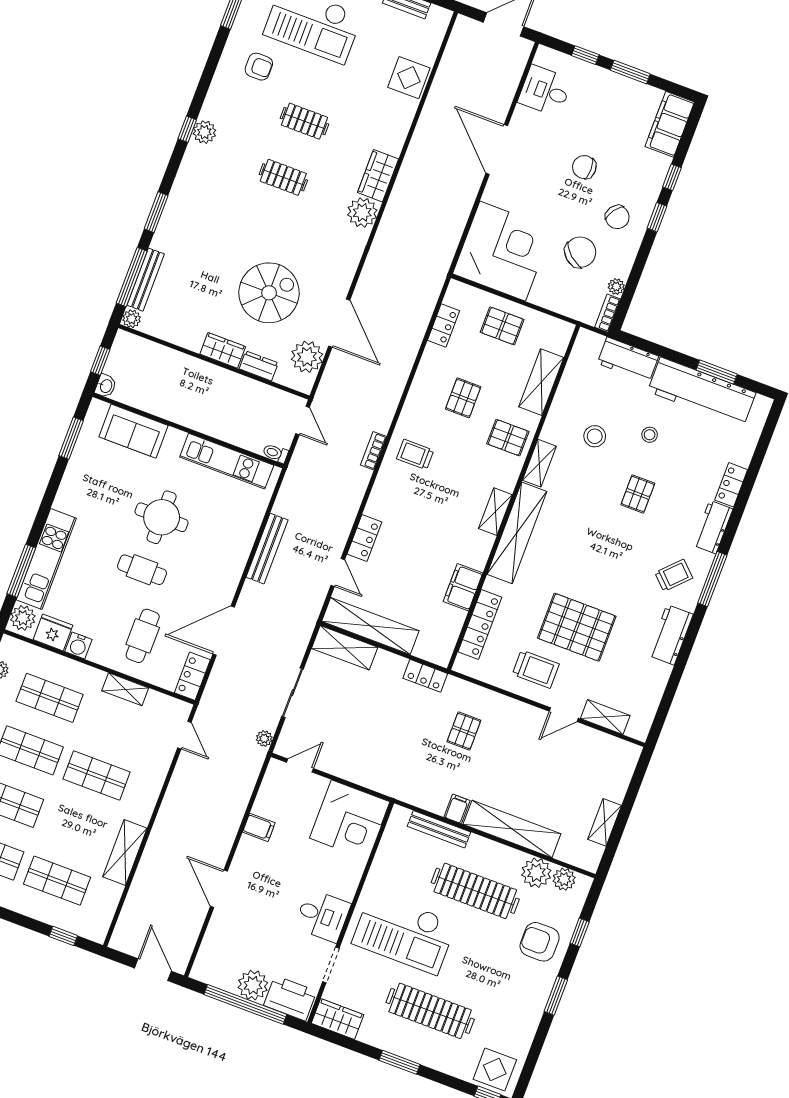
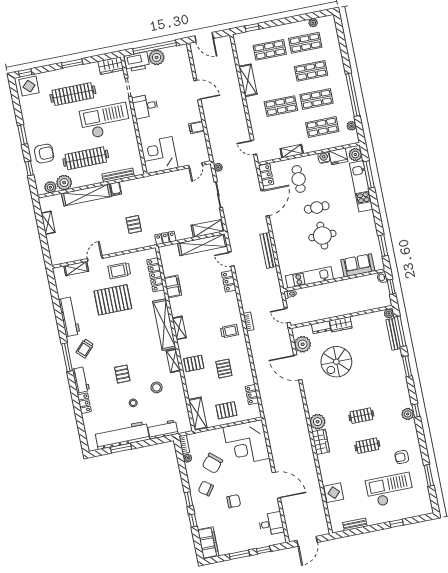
shelving: (541, 382) -> (198, 414), moved
workbench: (671, 635) -> (69, 317), width x1.38

